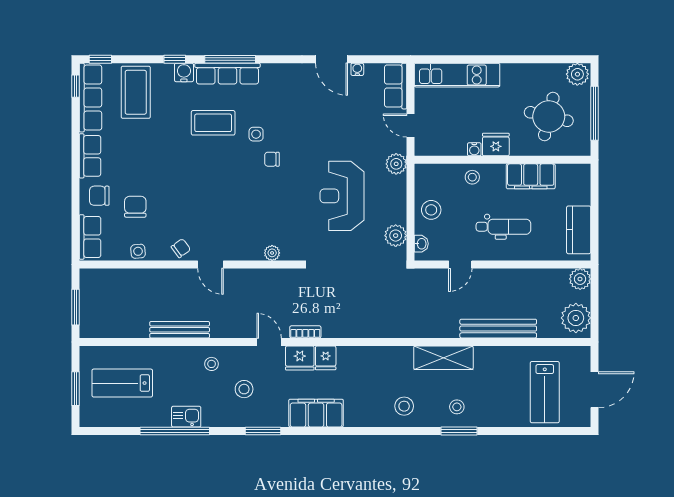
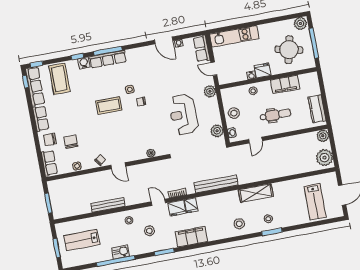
coffee table: (213, 123) -> (109, 106), moved
bench: (498, 329) -> (216, 184), moved

